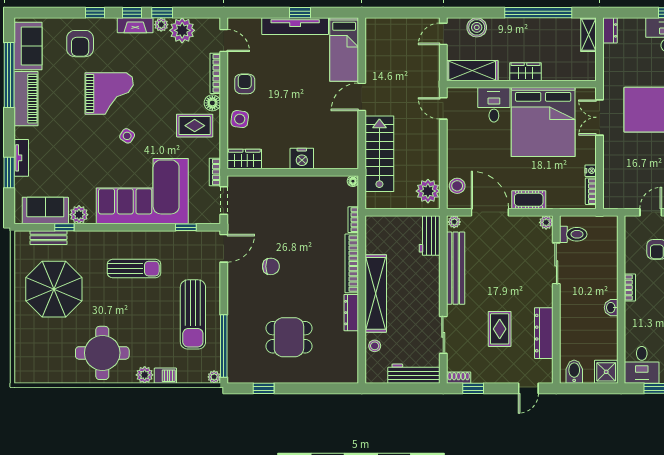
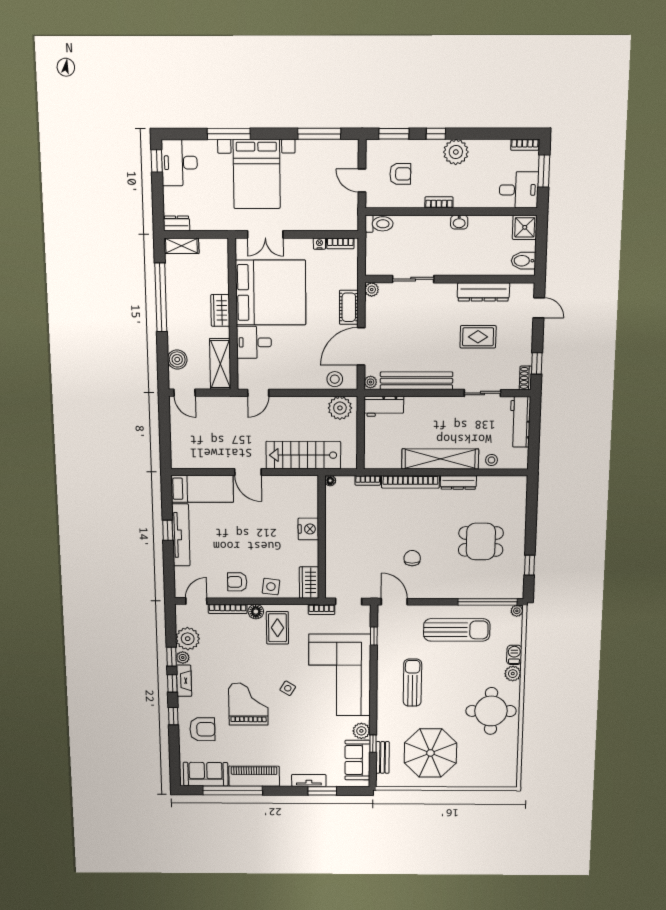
toilet: (573, 234) -> (379, 224), moved, turned 90
dining table: (289, 337) -> (481, 541), turned 90

